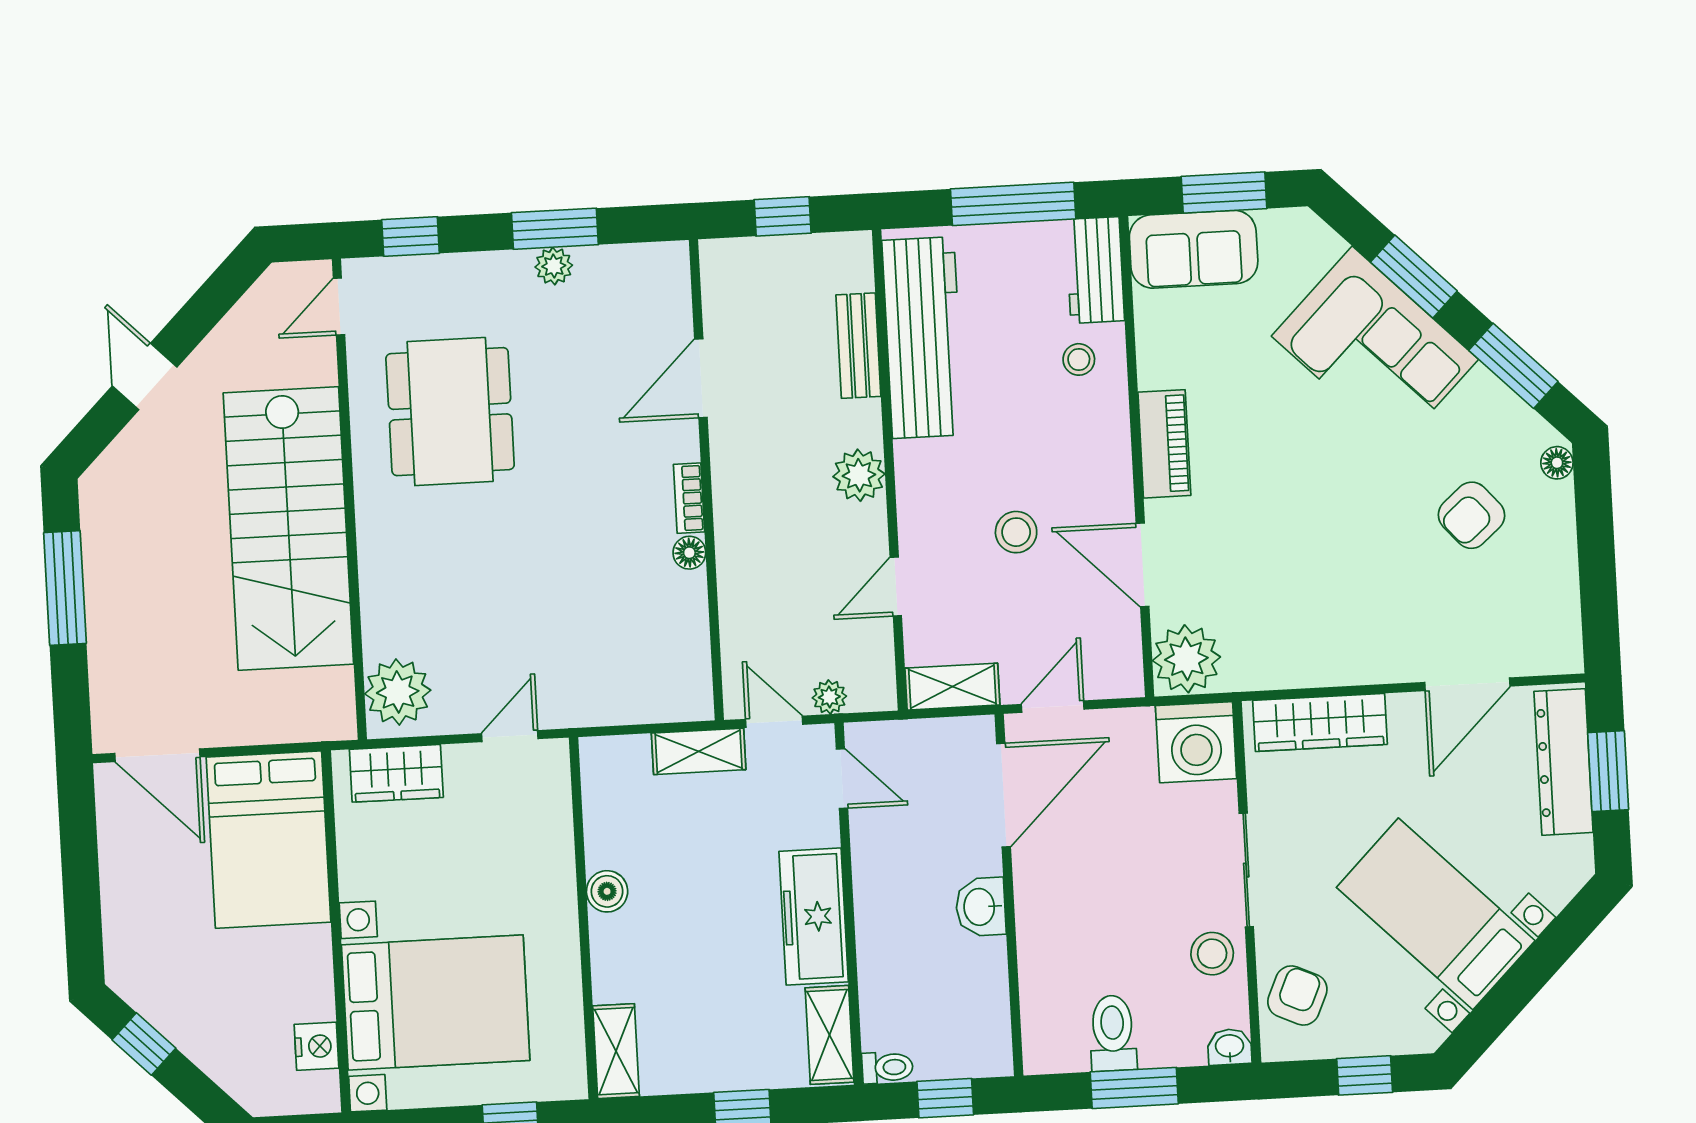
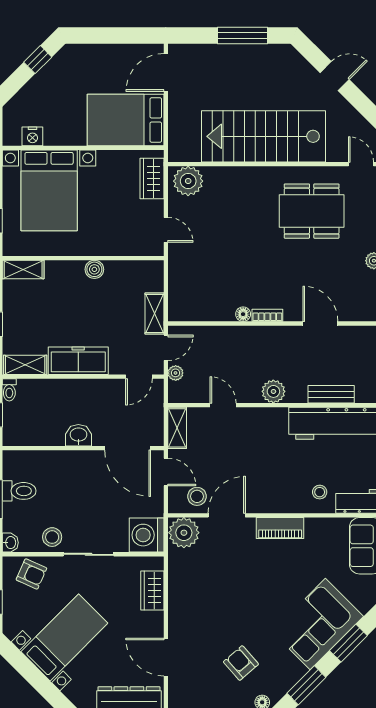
stool: (1016, 532) -> (197, 496), moved
wardrobe: (1320, 722) -> (152, 591), width x0.67

